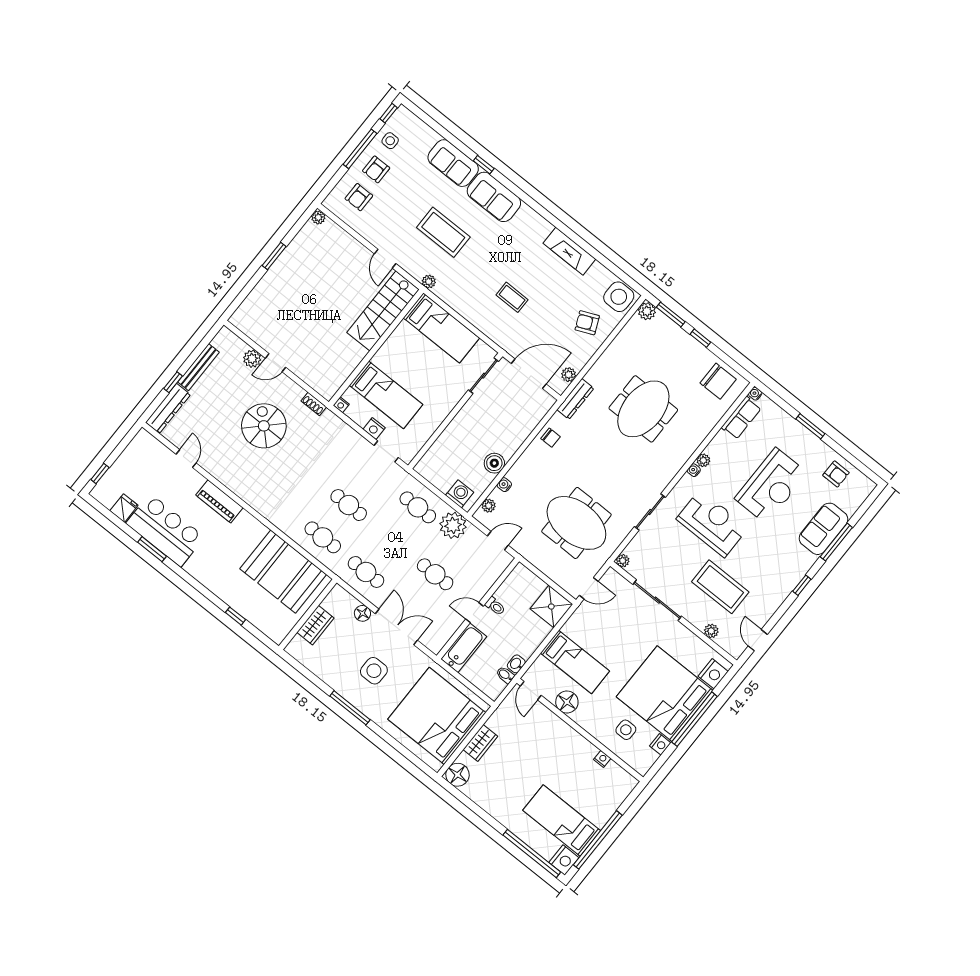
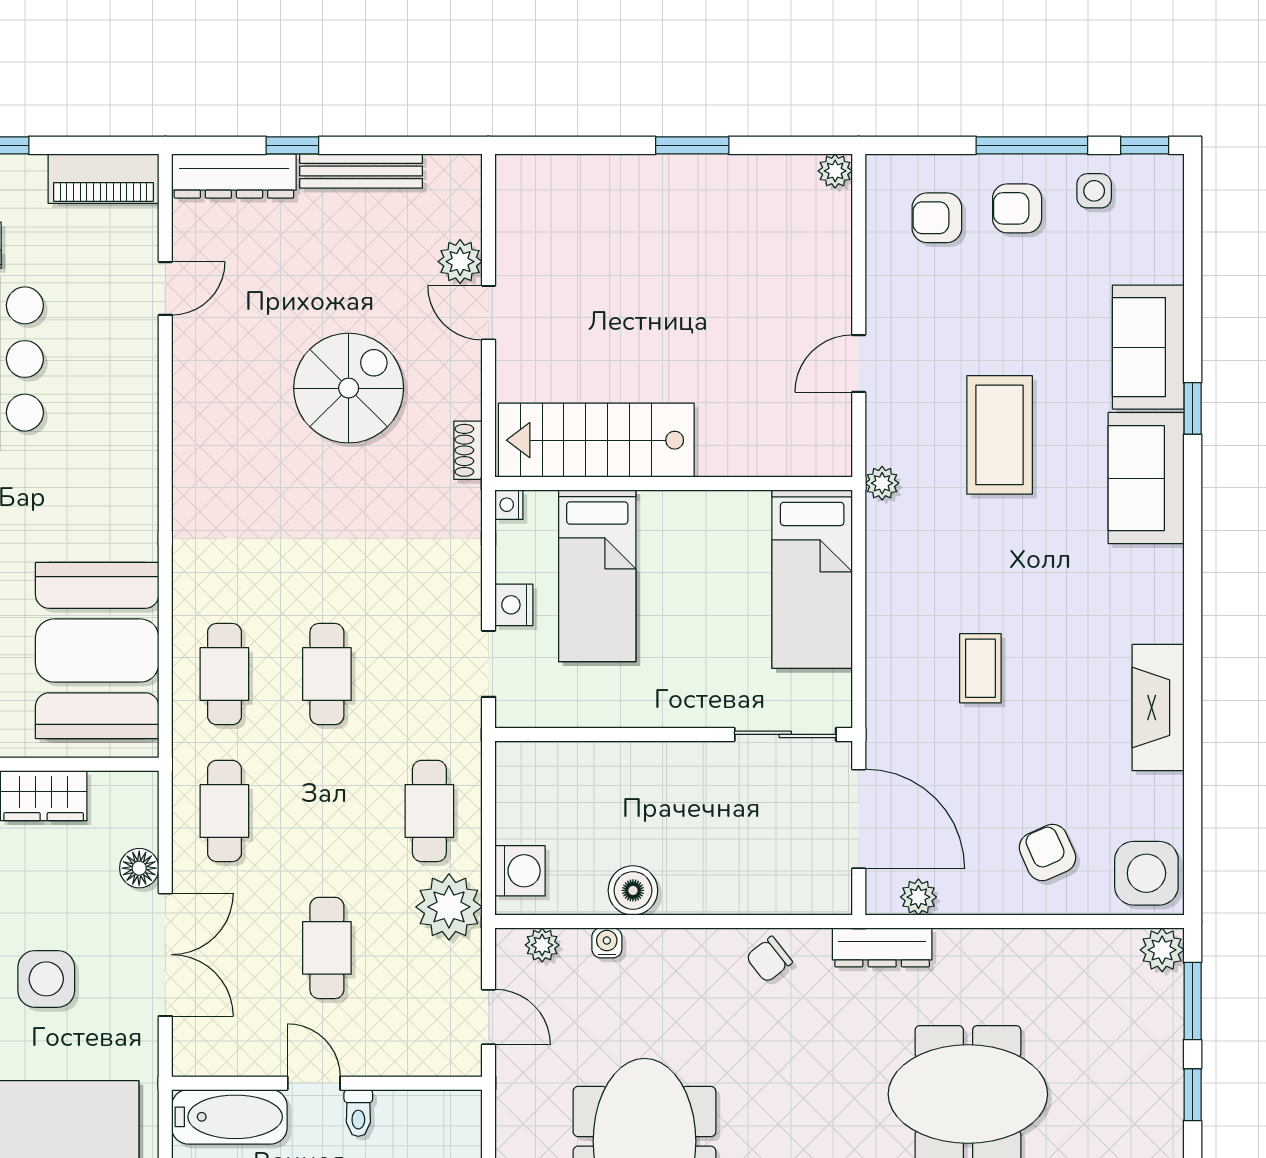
stairs: (383, 311) -> (596, 440), moved
chair: (551, 438) -> (769, 959), turned 52
piano: (219, 501) -> (104, 179), moved, turned -90

